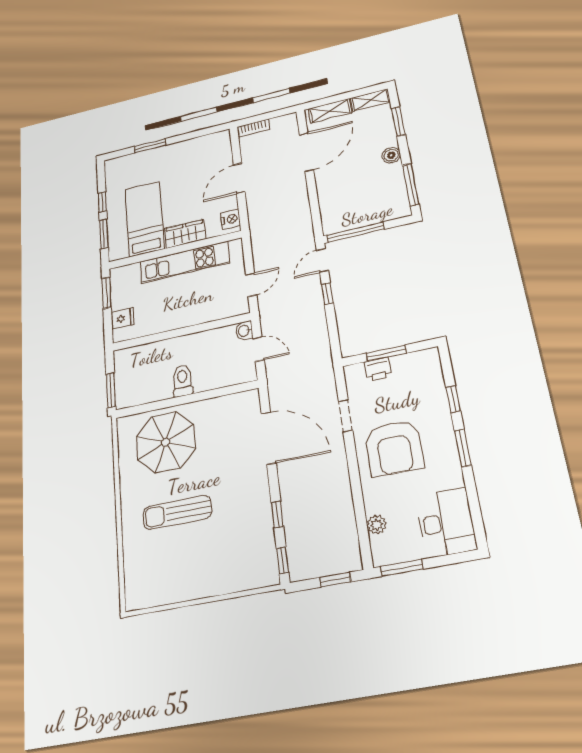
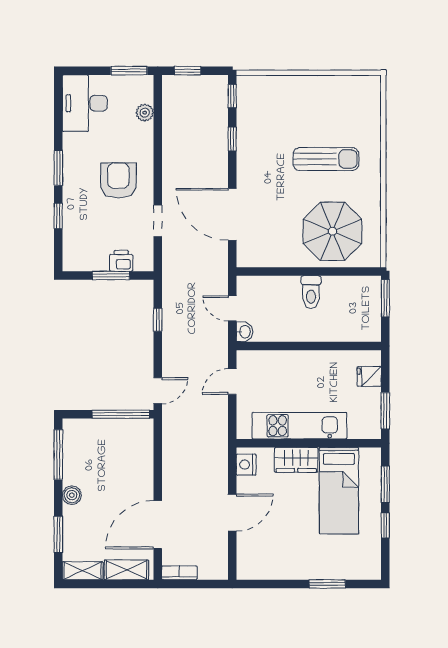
bookcase: (253, 128) -> (179, 573), moved
window: (327, 293) -> (158, 320), moved
armchair: (394, 448) -> (118, 180), width x0.73, depth x0.73

